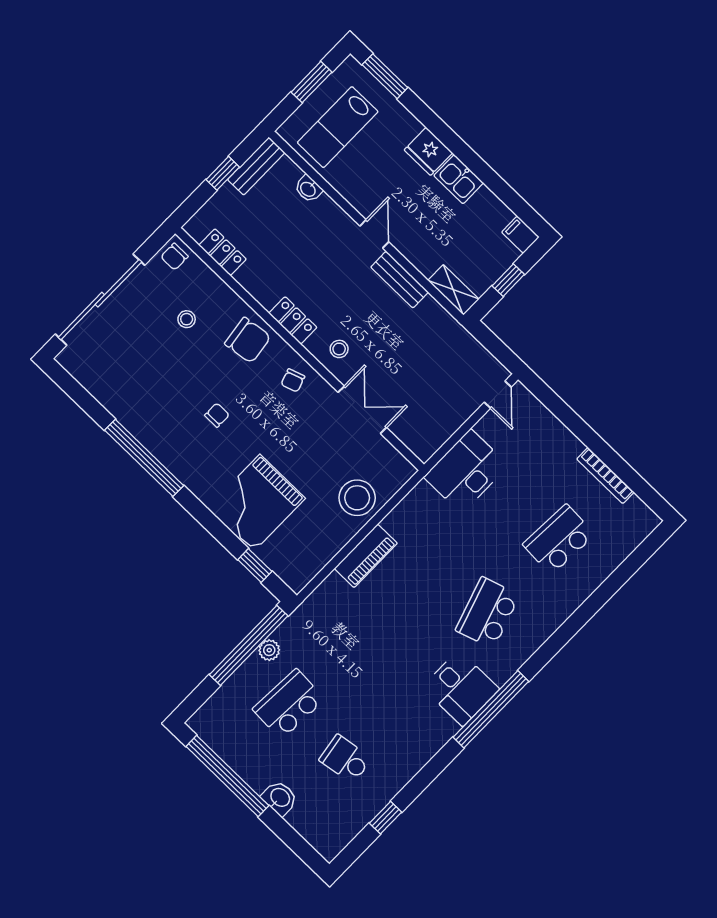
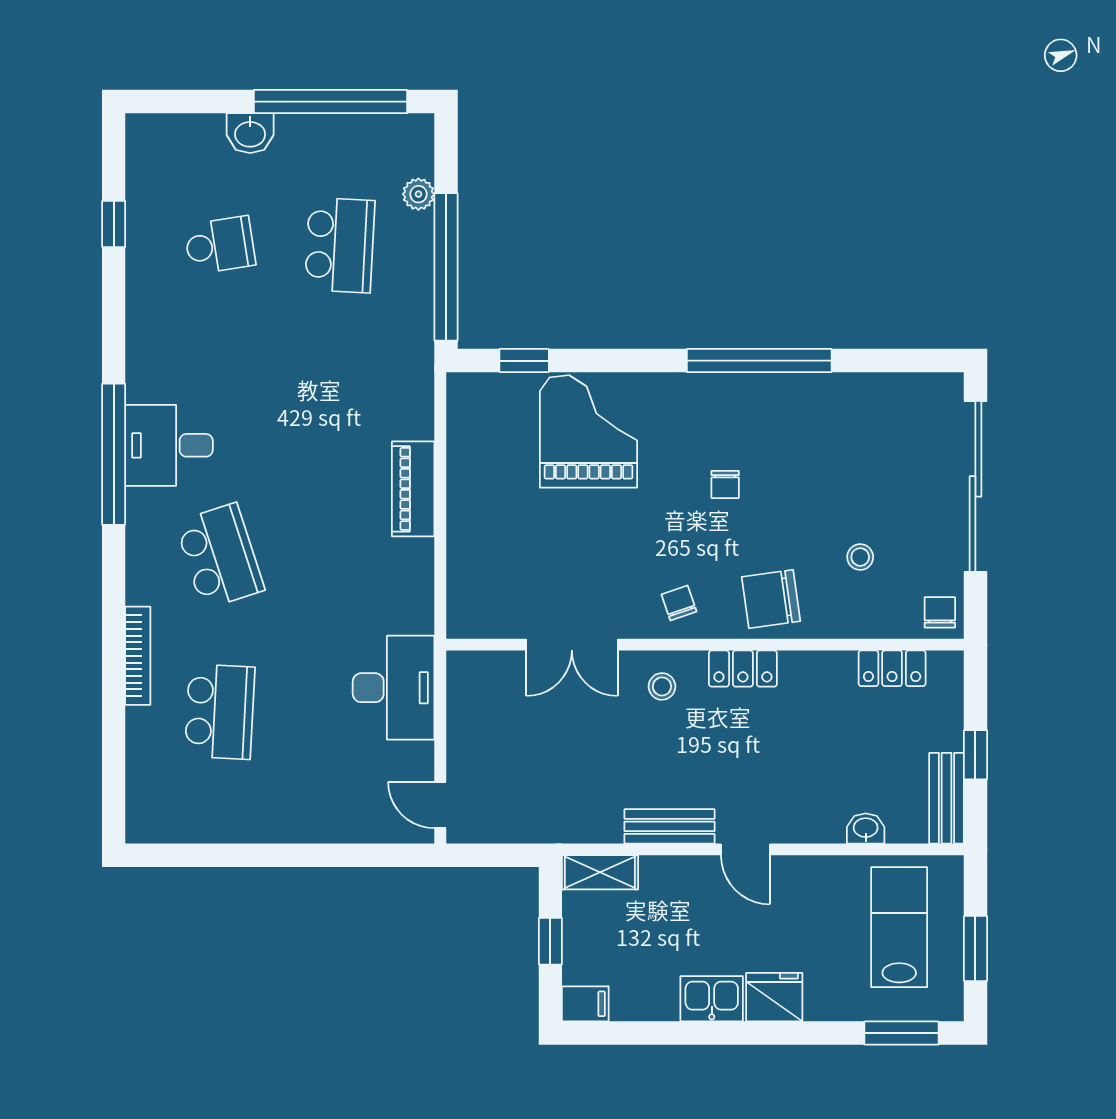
bookcase: (605, 476) -> (138, 656), moved, turned 90
stool: (357, 498) -> (484, 543), removed
plant: (269, 650) -> (418, 194), moved

